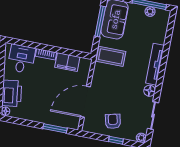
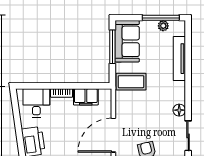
tv unit: (155, 64) -> (179, 59), moved

